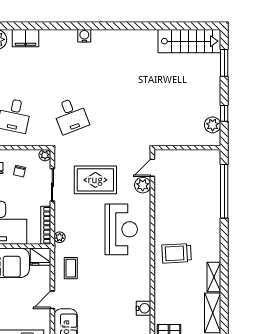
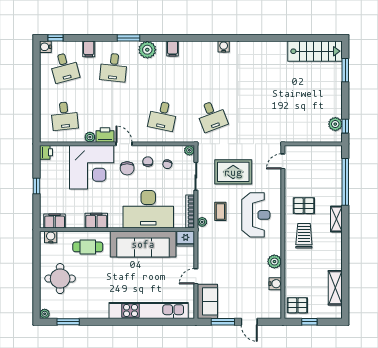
filing cabinet: (26, 38) -> (173, 49), width x0.50
window: (224, 113) -> (345, 126), moved
plant: (143, 185) -> (274, 262), moved
pallet: (177, 219) -> (304, 206), added
trolley: (177, 253) -> (304, 236), turned 93
coffee table: (71, 268) -> (220, 211), moved
shelving: (214, 277) -> (336, 219), moved

